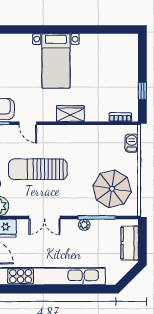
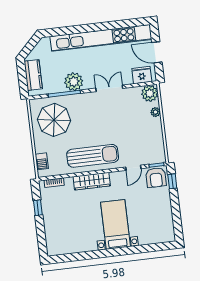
wardrobe: (70, 114) -> (92, 181), width x1.50
door: (28, 123) -> (133, 168), swing flipped
sun lounger: (38, 169) -> (93, 156), moved
plant: (84, 225) -> (74, 82), width x1.88, depth x1.88

